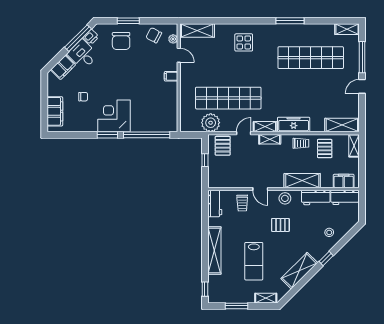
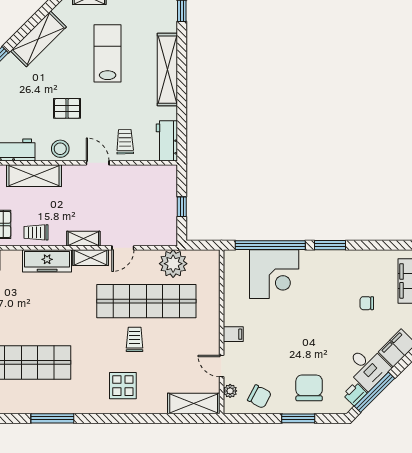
trolley: (236, 73) -> (135, 339), added
corner desk: (114, 116) -> (274, 274), moved
pallet: (223, 146) -> (155, 229), removed

